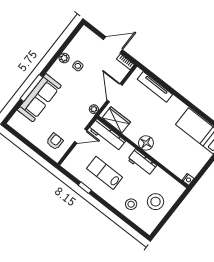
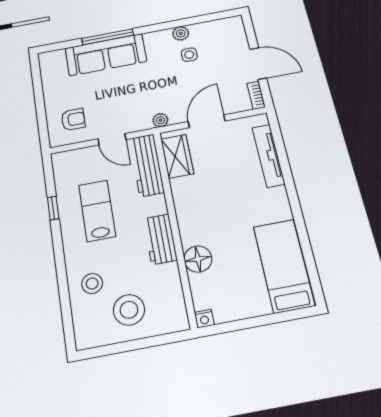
floor lamp: (146, 143) -> (198, 259), moved

